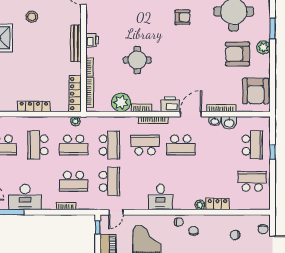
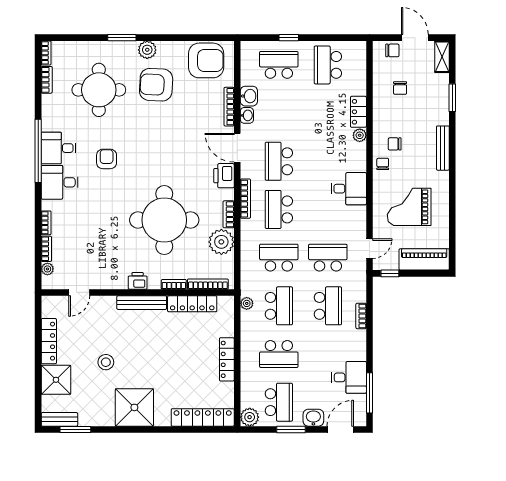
armchair: (238, 54) -> (156, 85), turned 93
round table: (137, 60) -> (164, 220), width x1.86, depth x1.86
locker: (75, 94) -> (192, 304), moved
school desk: (181, 145) -> (279, 161), turned 180
desk: (25, 197) -> (349, 377), width x0.73
door: (116, 212) -> (369, 249), hinge flipped

